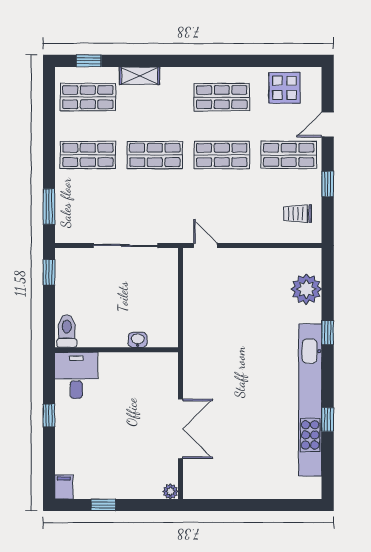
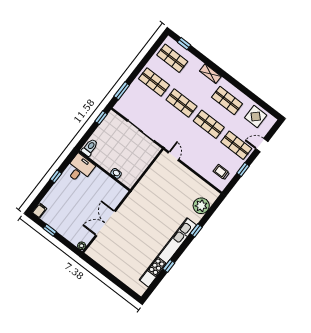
shelving: (140, 76) -> (210, 74), moved
double door: (180, 429) -> (105, 223), swing flipped

